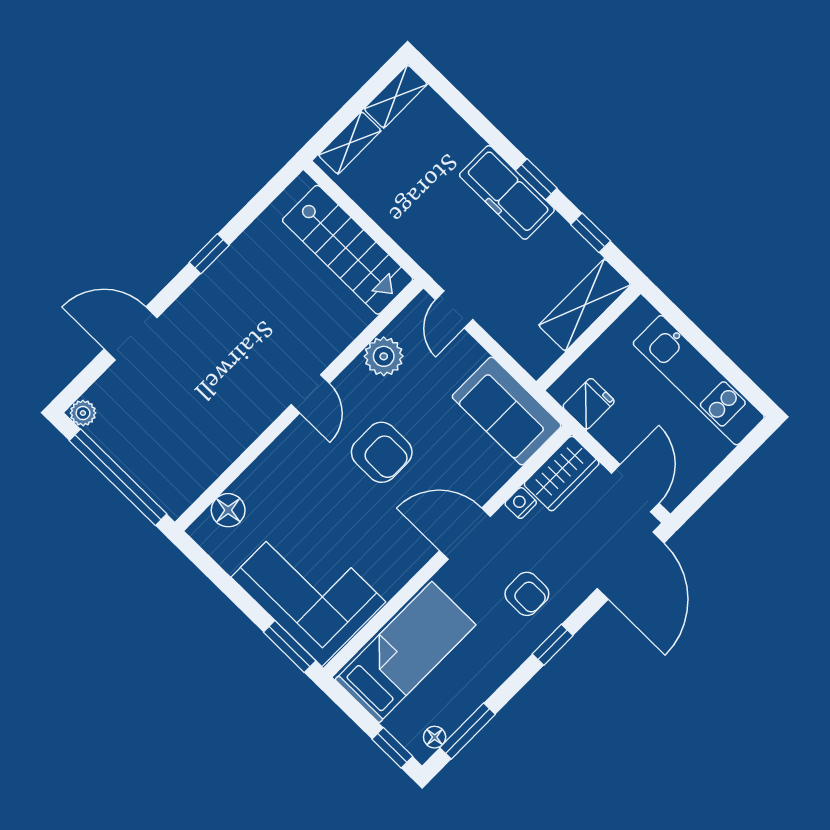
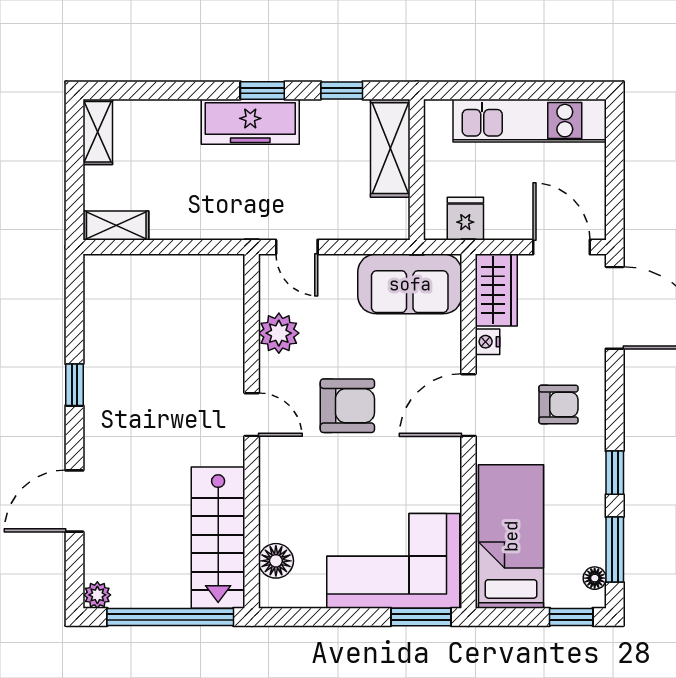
shelving: (350, 143) -> (116, 226), moved, turned 90
stairs: (348, 250) -> (218, 538), moved, turned 90
window: (553, 645) -> (615, 473), moved

